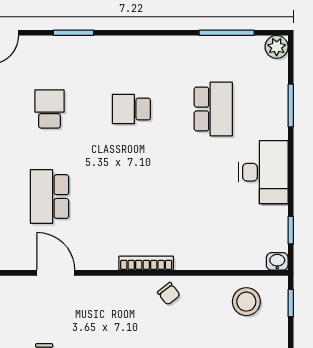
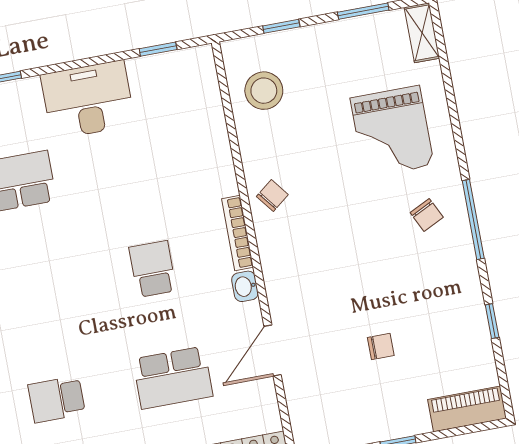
school desk: (131, 109) -> (153, 269), moved, turned 180
washbasin: (277, 261) -> (245, 286), moved
window: (291, 303) -> (281, 26), moved

